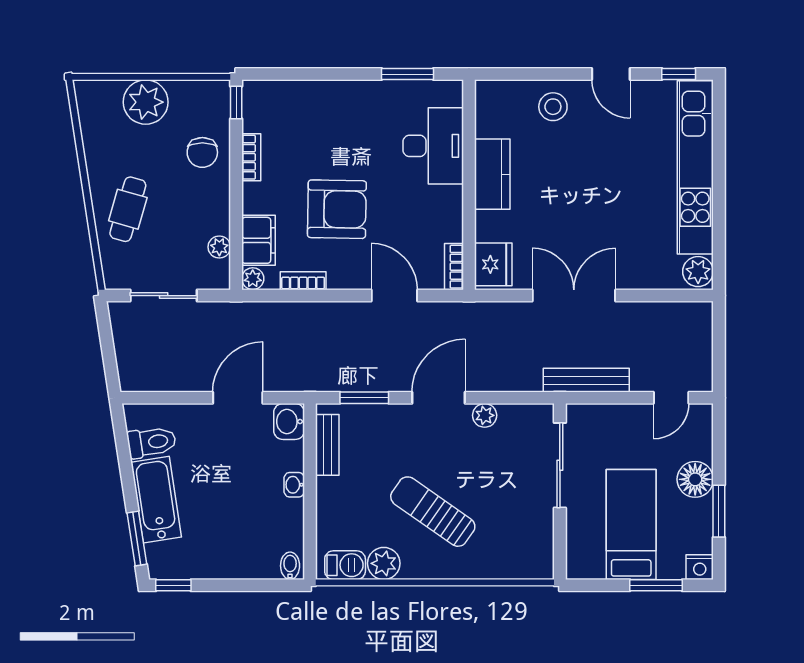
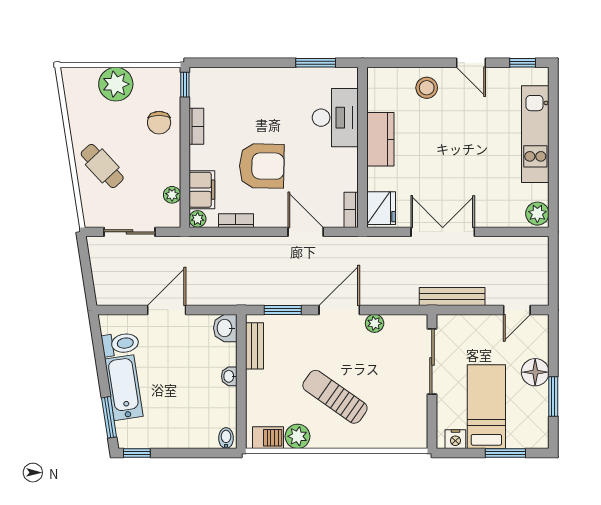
kitchen unit: (695, 167) -> (535, 134), width x0.73
cafe table: (128, 209) -> (102, 166), turned -59
door: (238, 398) -> (167, 310), moved
nightstand: (700, 567) -> (455, 439), moved

